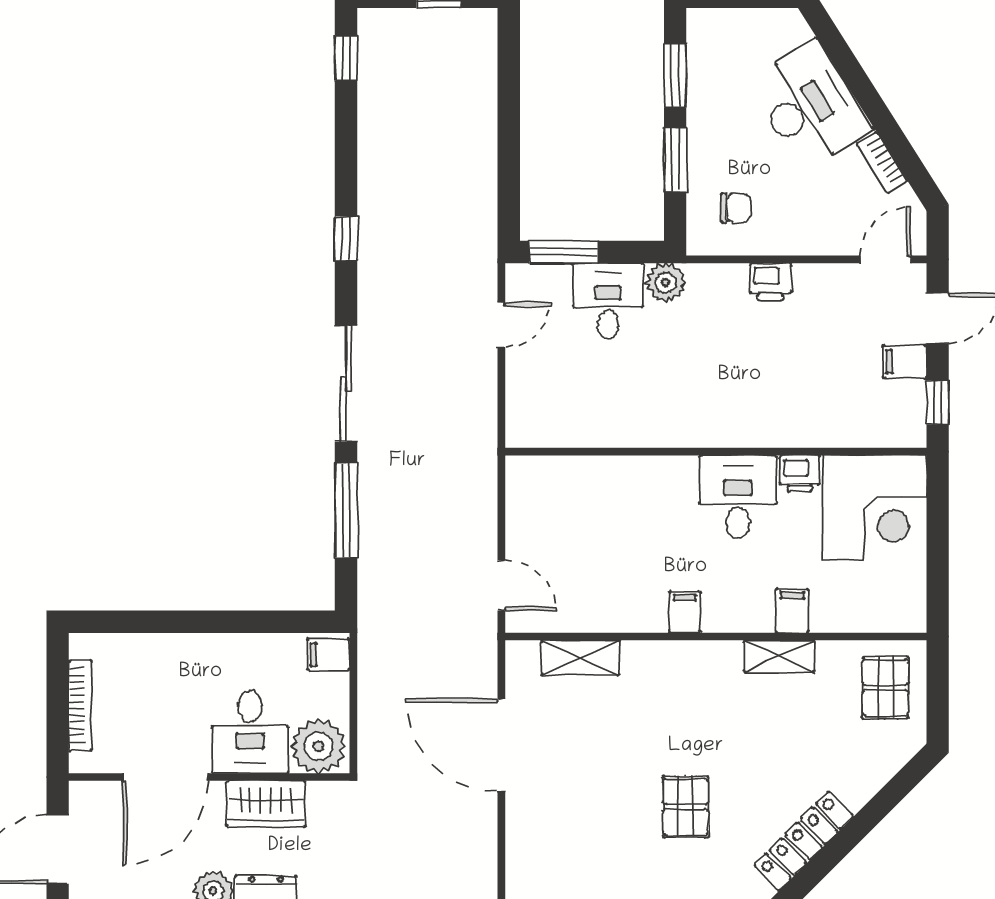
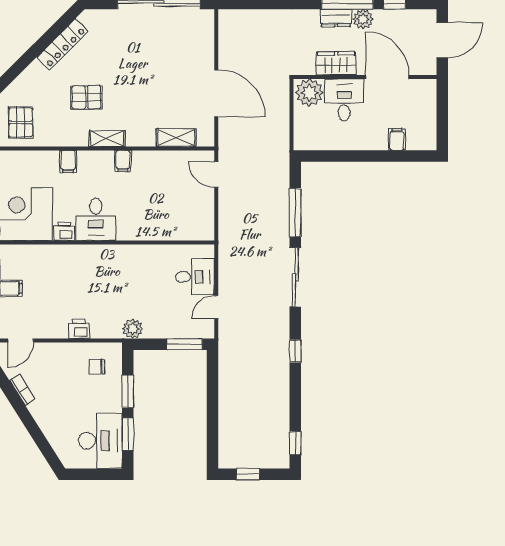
desk: (809, 106) -> (100, 441), moved, turned -148
desk: (608, 301) -> (195, 277), moved, turned -90
filing cabinet: (328, 654) -> (397, 139), moved, turned -90
shelving: (779, 656) -> (107, 138), moved
bookcase: (80, 706) -> (431, 113), removed
door: (165, 777) -> (387, 77), hinge flipped
pallet: (686, 807) -> (86, 97), moved, turned 90

